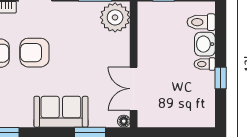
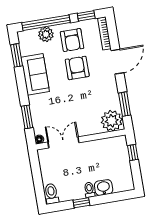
toilet: (201, 22) -> (51, 194), moved
sofa: (61, 112) -> (35, 74), moved

